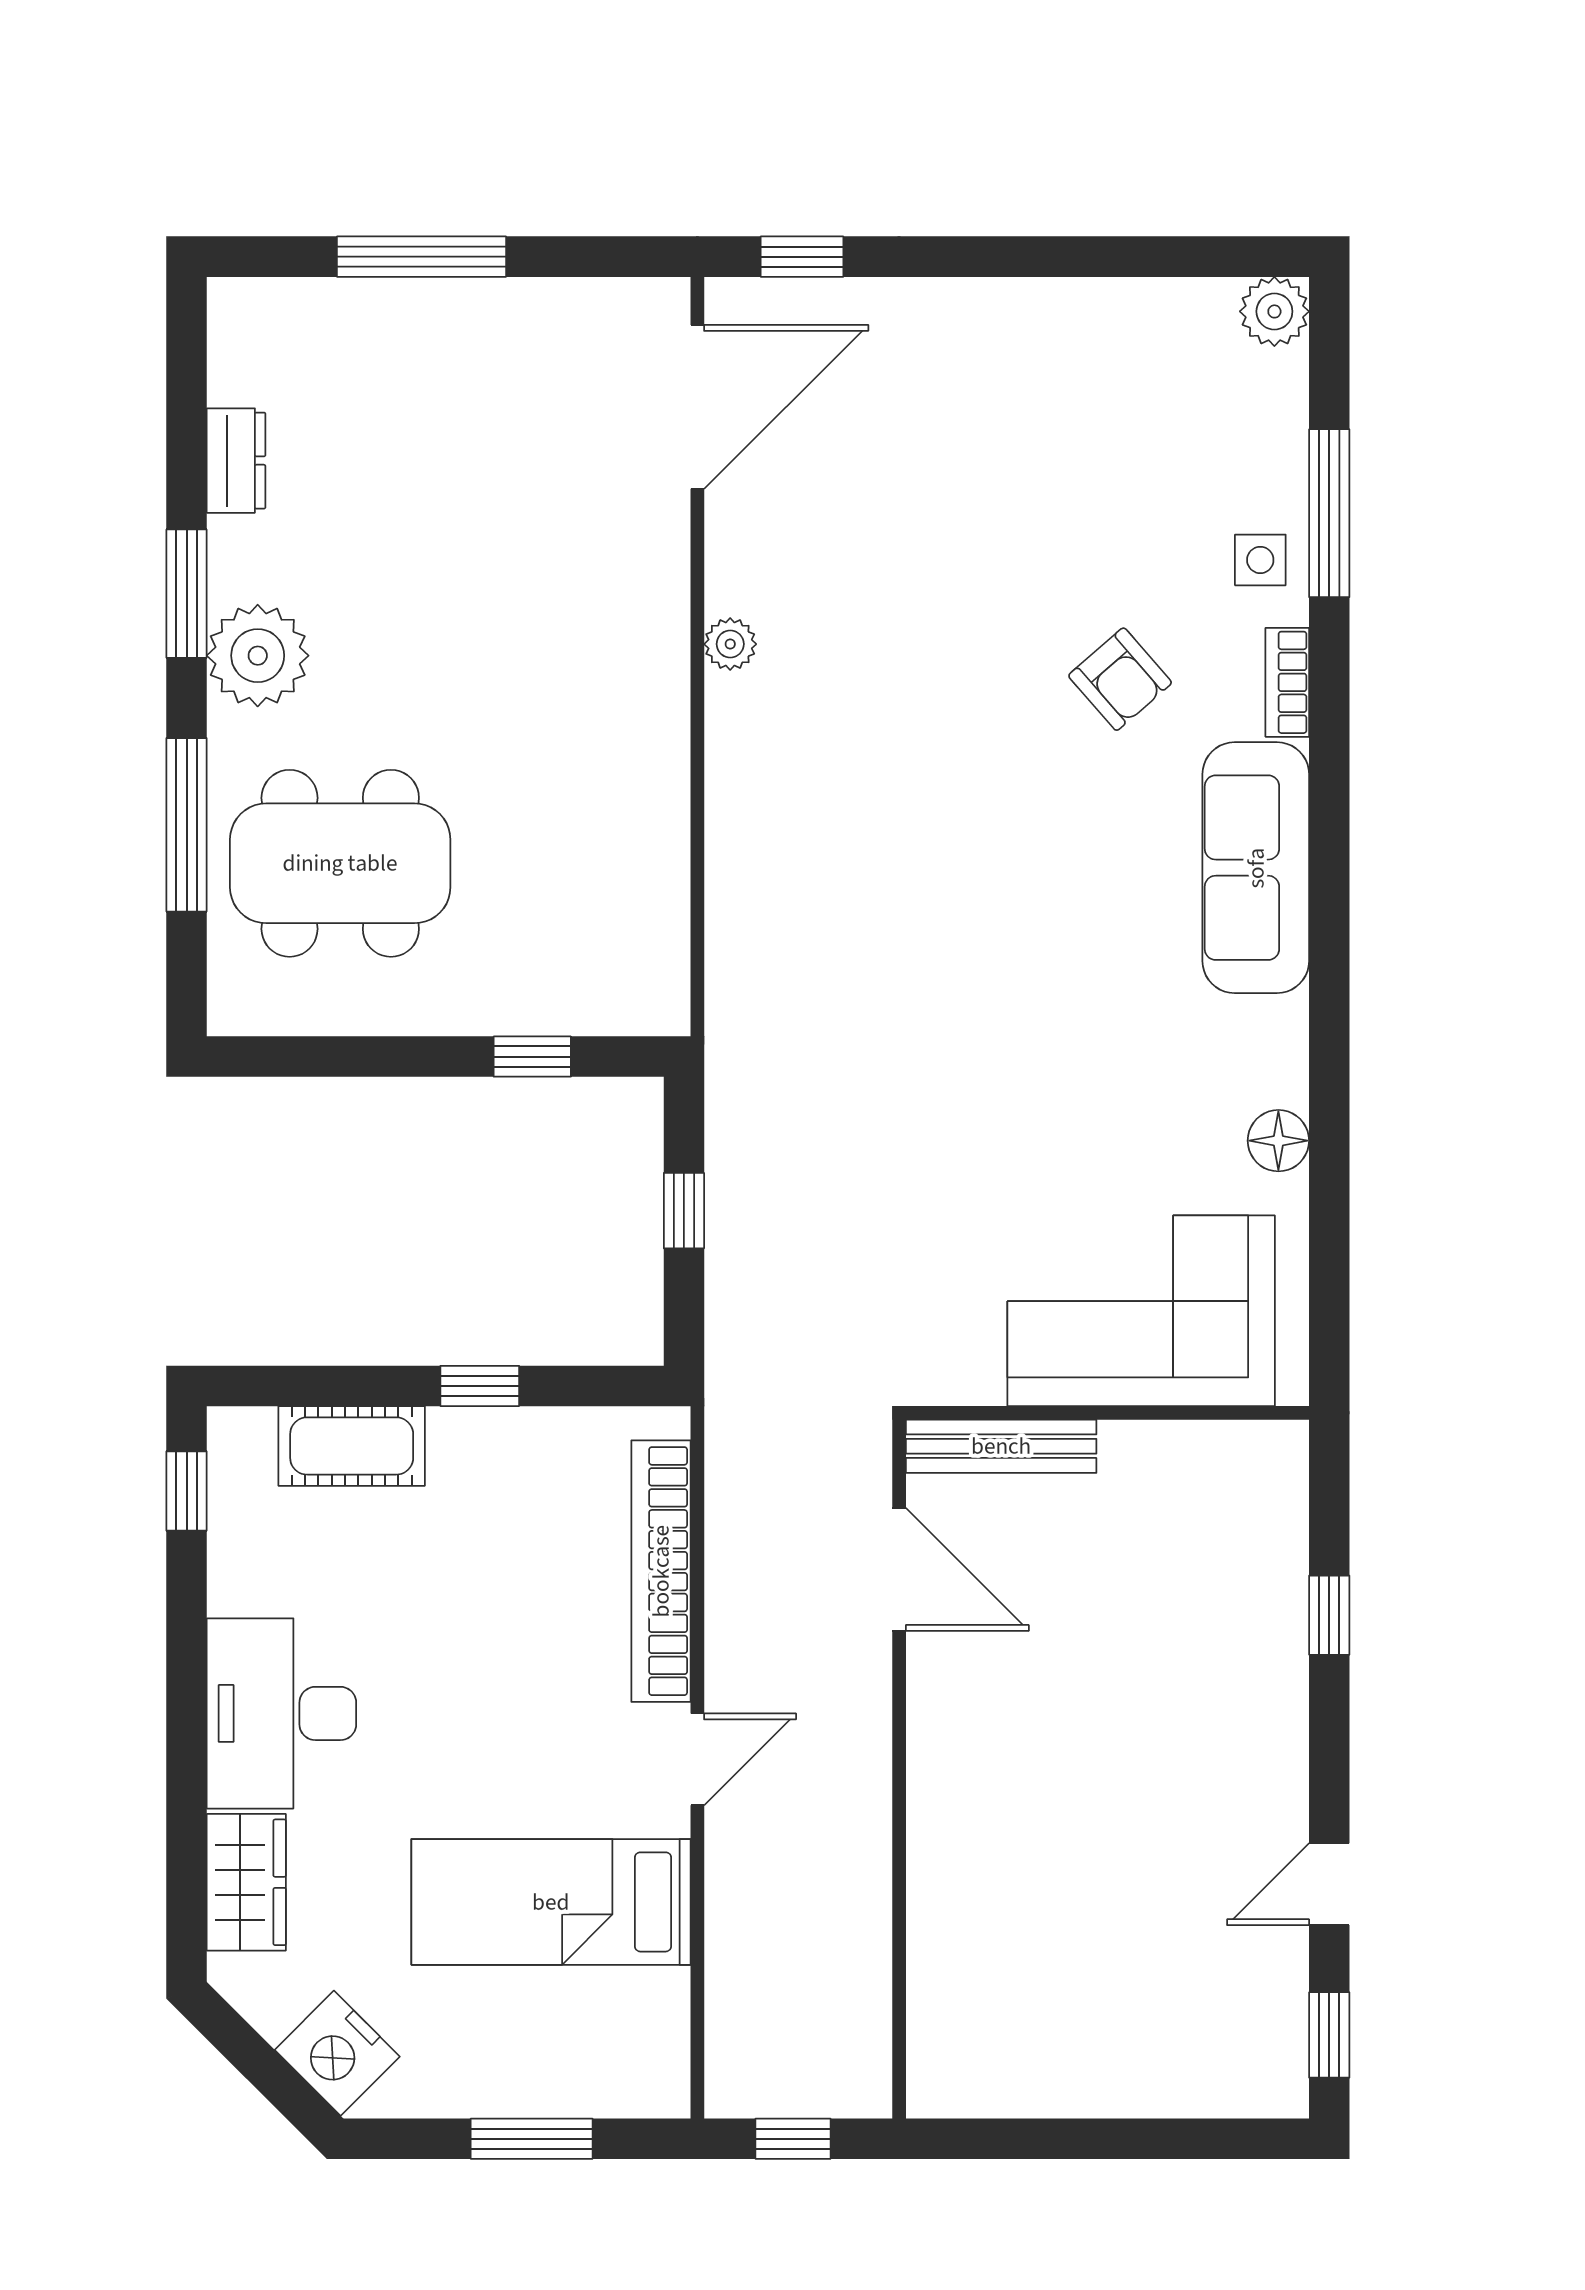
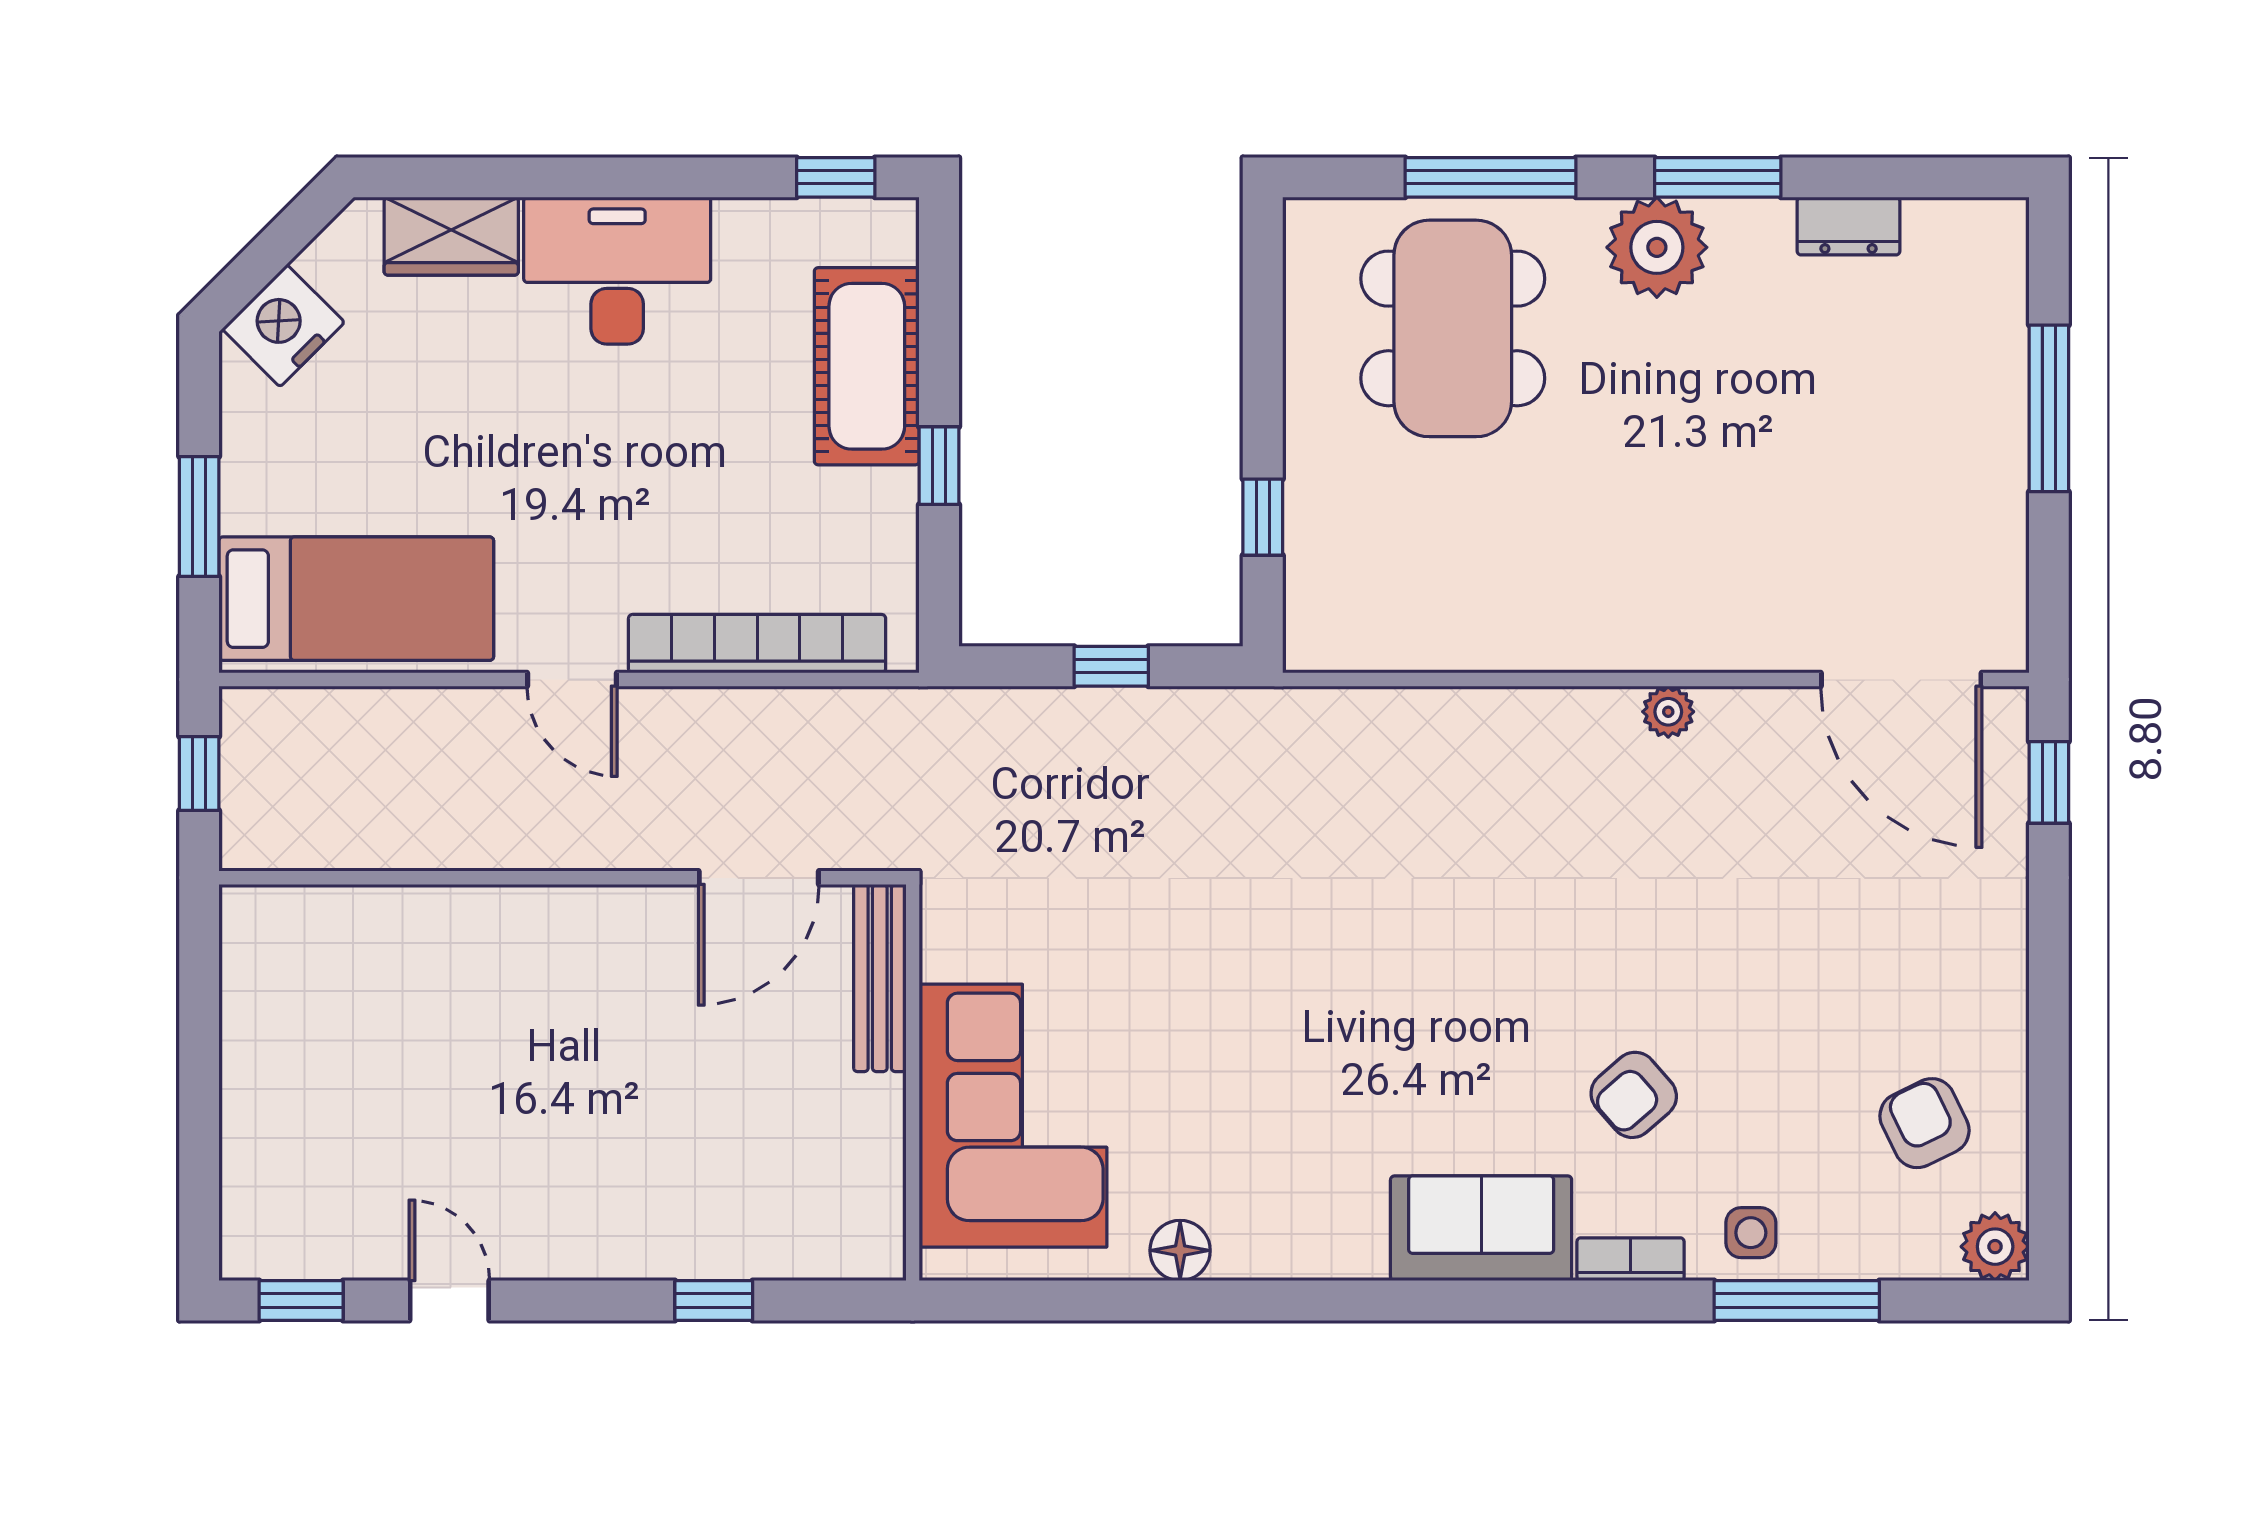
armchair: (1149, 383) -> (1924, 1123), added
sofa: (1256, 868) -> (1481, 1228), width x0.73
cot: (352, 1446) -> (867, 366), width x1.37, depth x1.34
bed: (551, 1902) -> (356, 599), moved, turned 90

